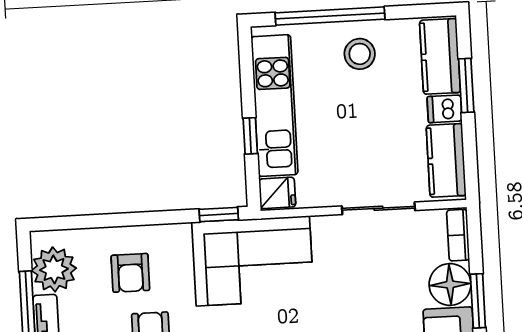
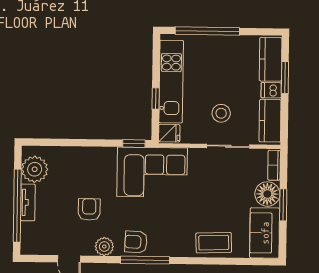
stool: (360, 54) -> (221, 113), moved
armchair: (130, 273) -> (80, 174), removed

